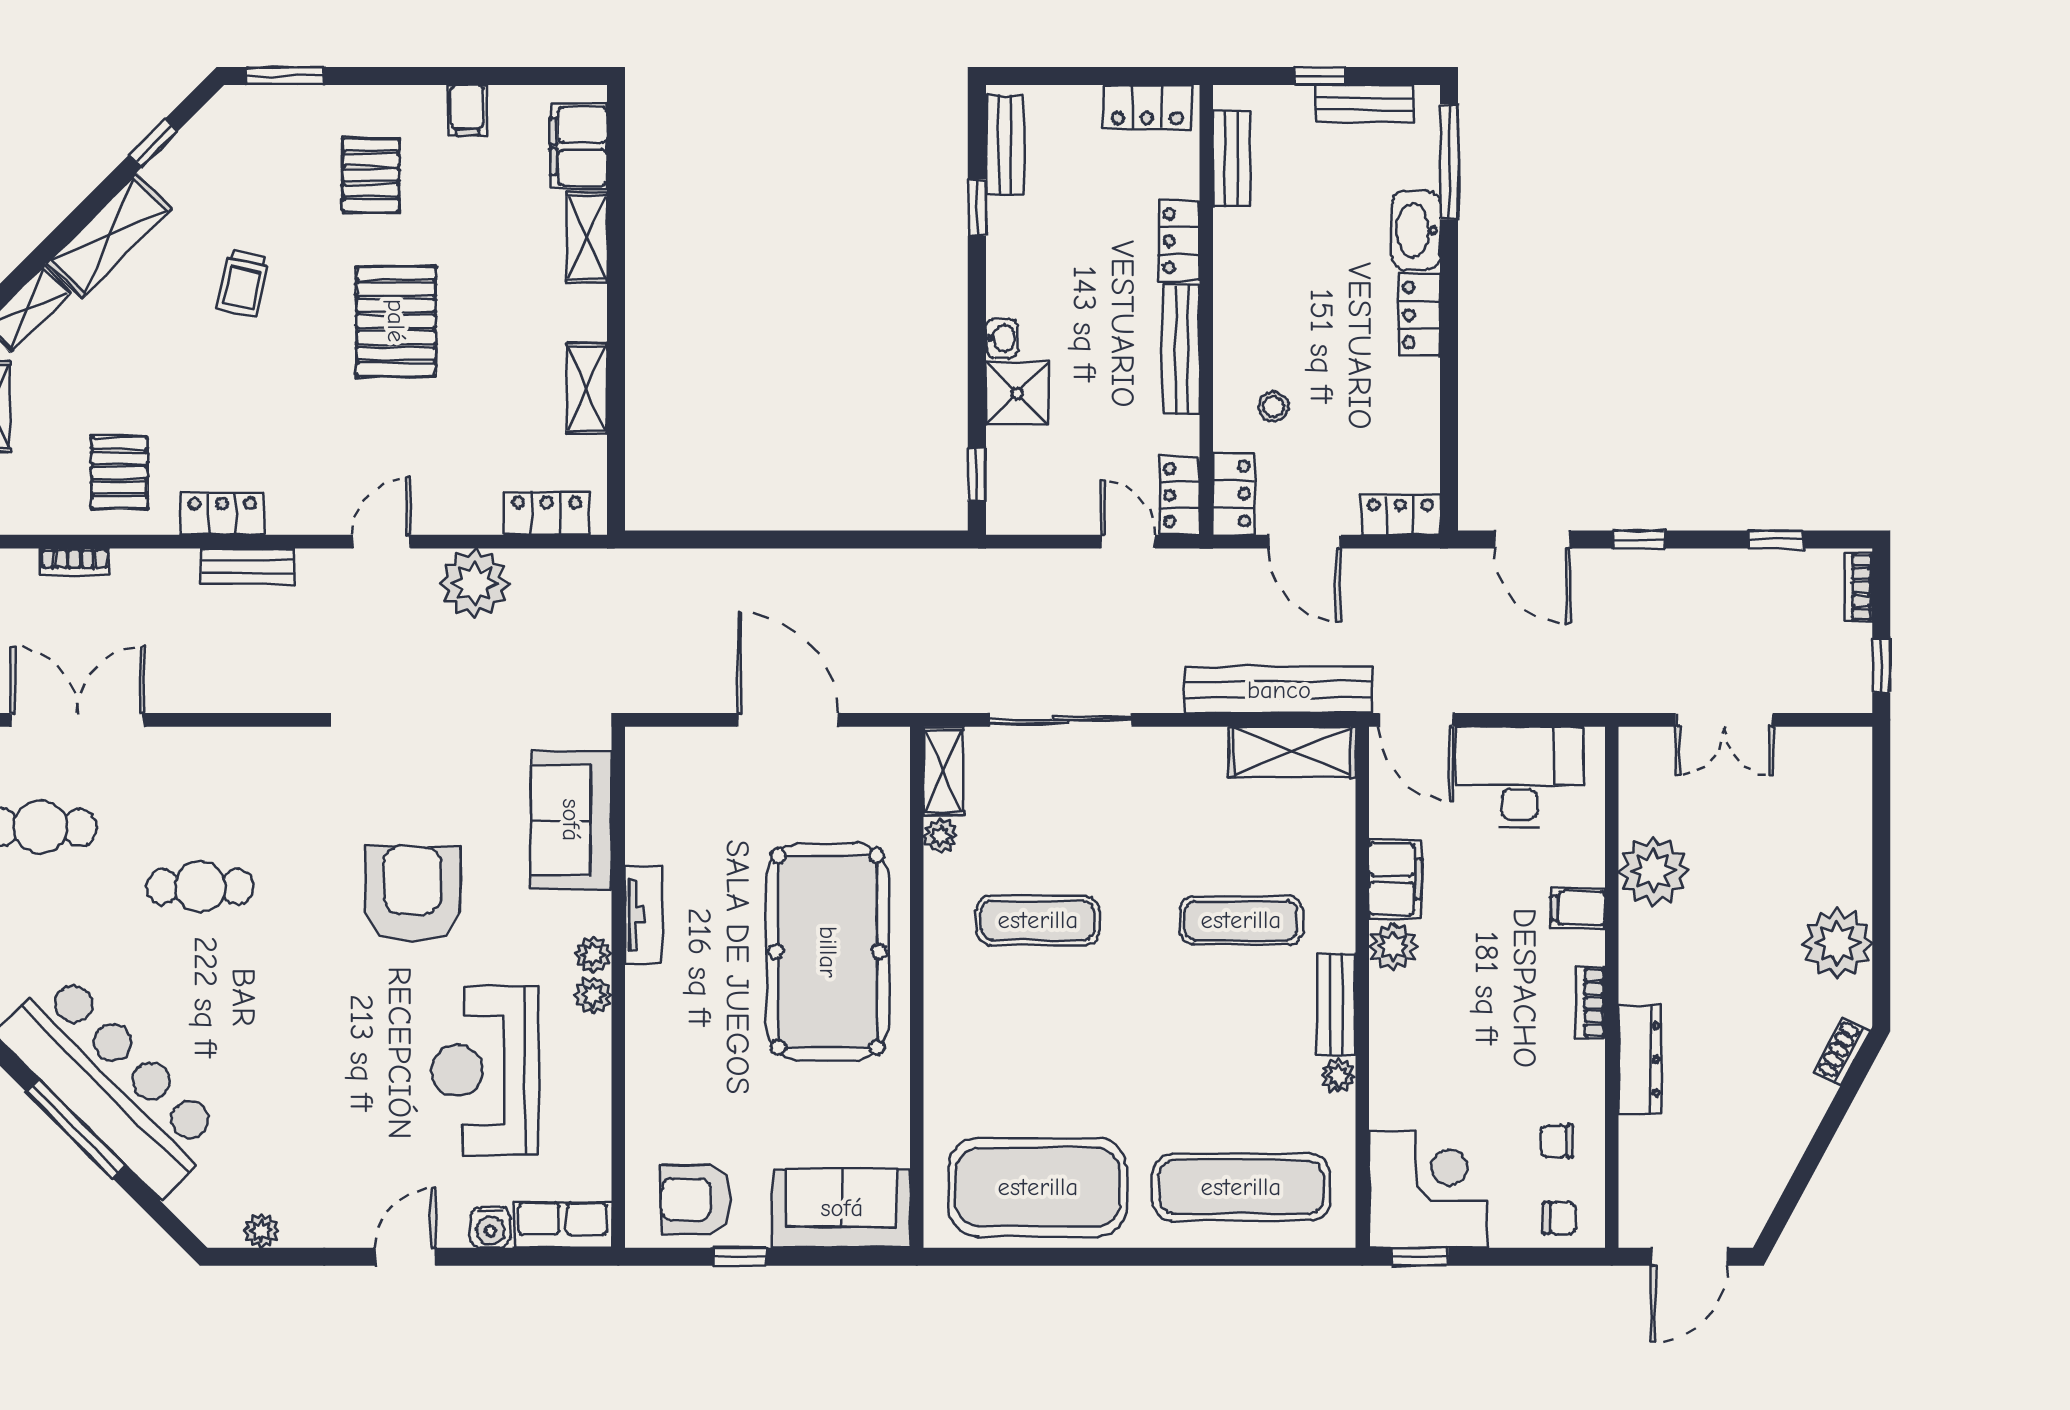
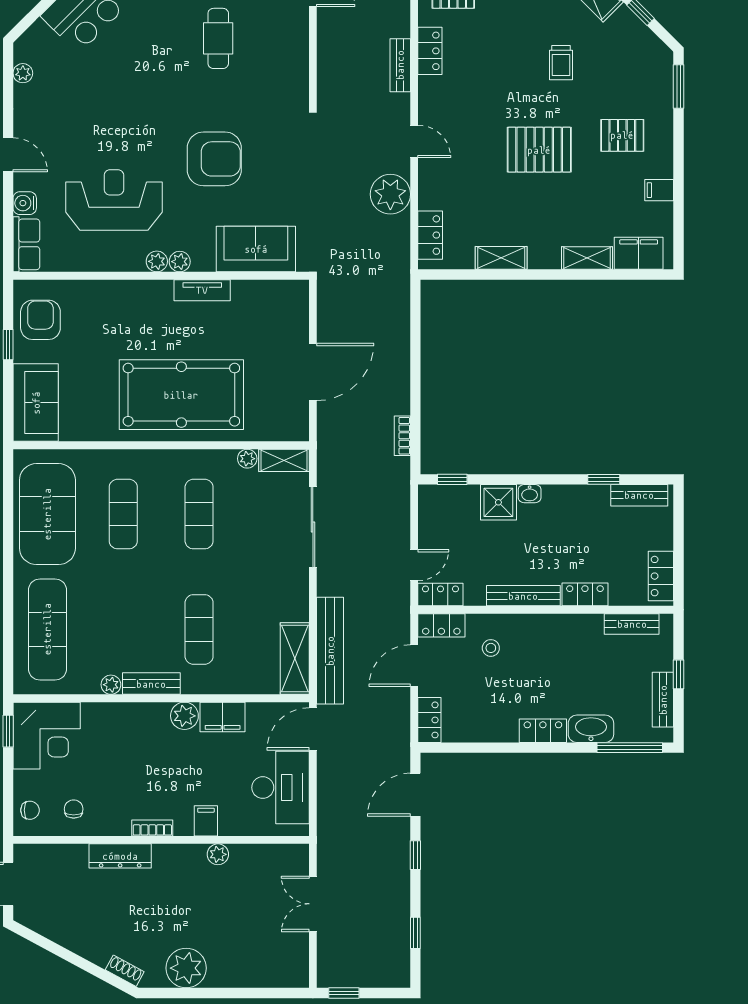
trolley: (243, 283) -> (561, 63), turned -103
bookcase: (1858, 587) -> (402, 436), moved, turned -90
plant: (1653, 871) -> (218, 854), width x0.53, depth x0.53
exercise mat: (1038, 1054) -> (123, 514), added
chair: (1559, 1218) -> (30, 810), turned -90

